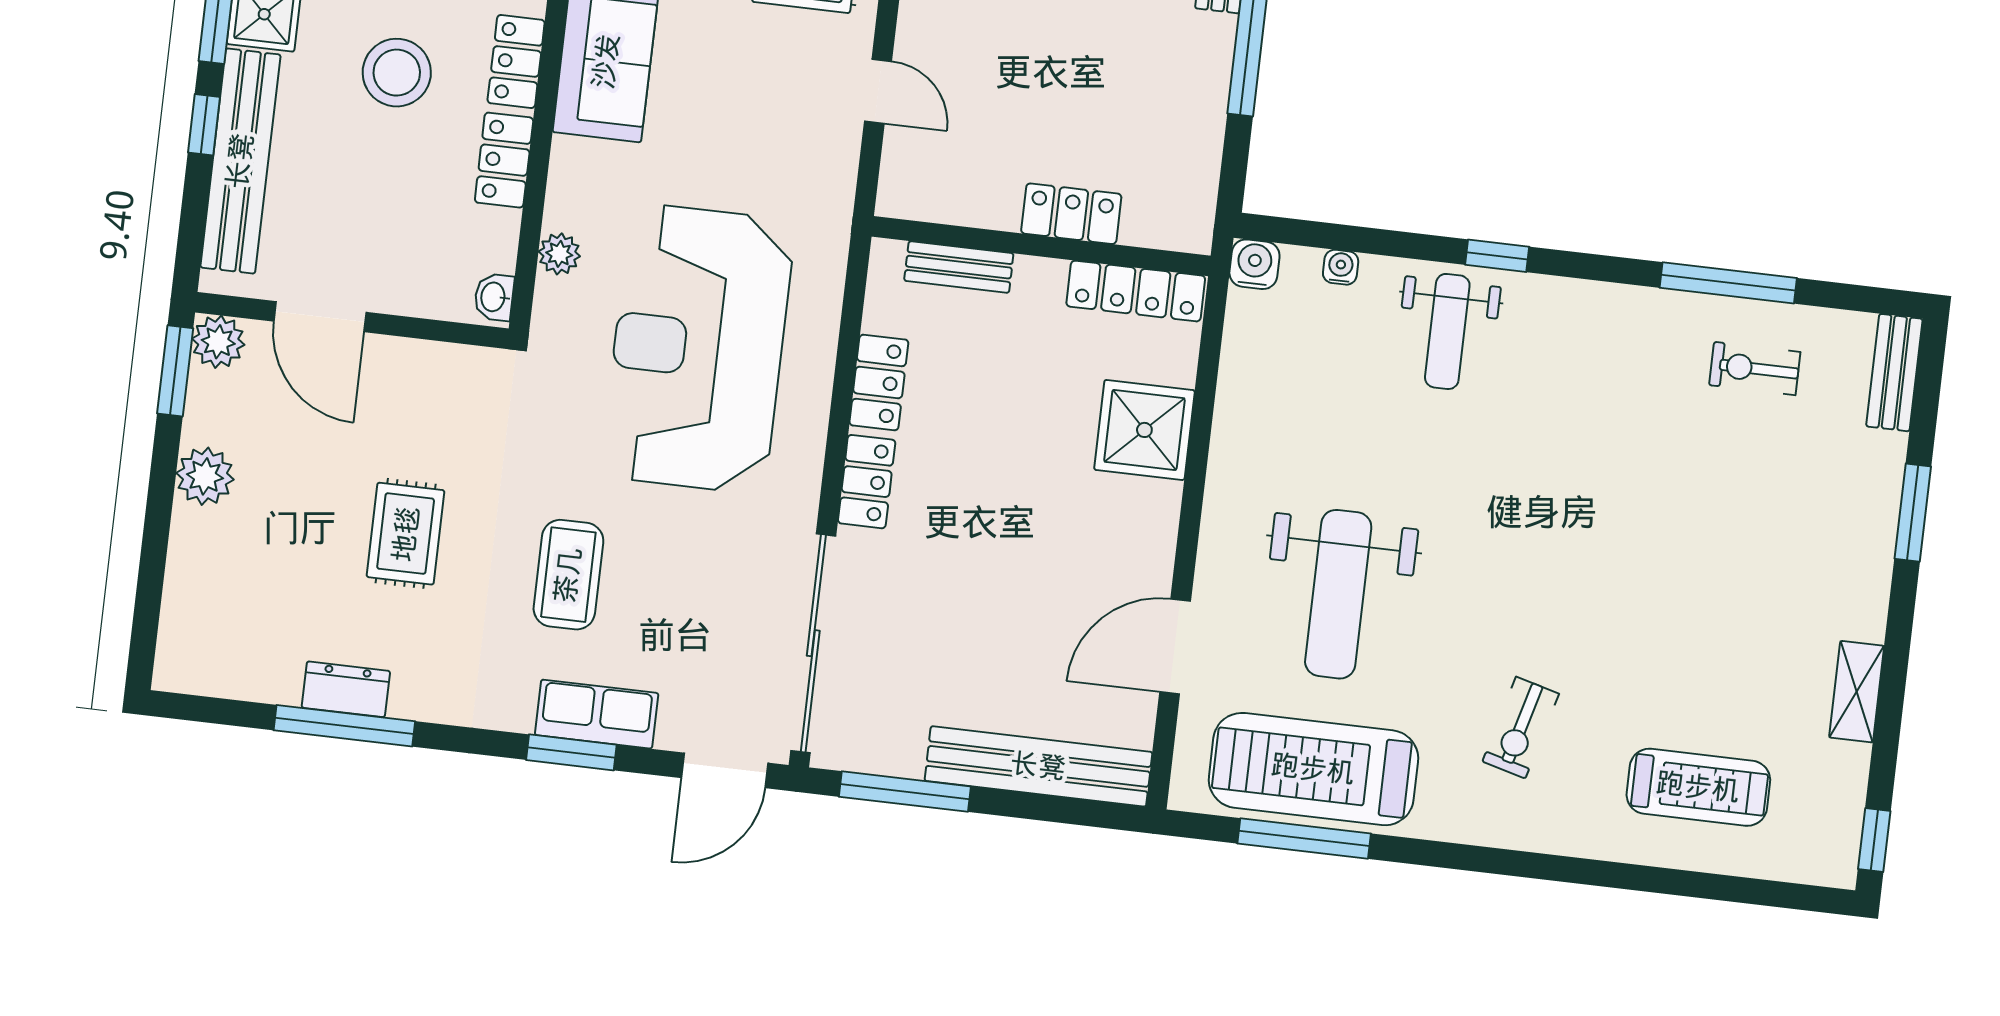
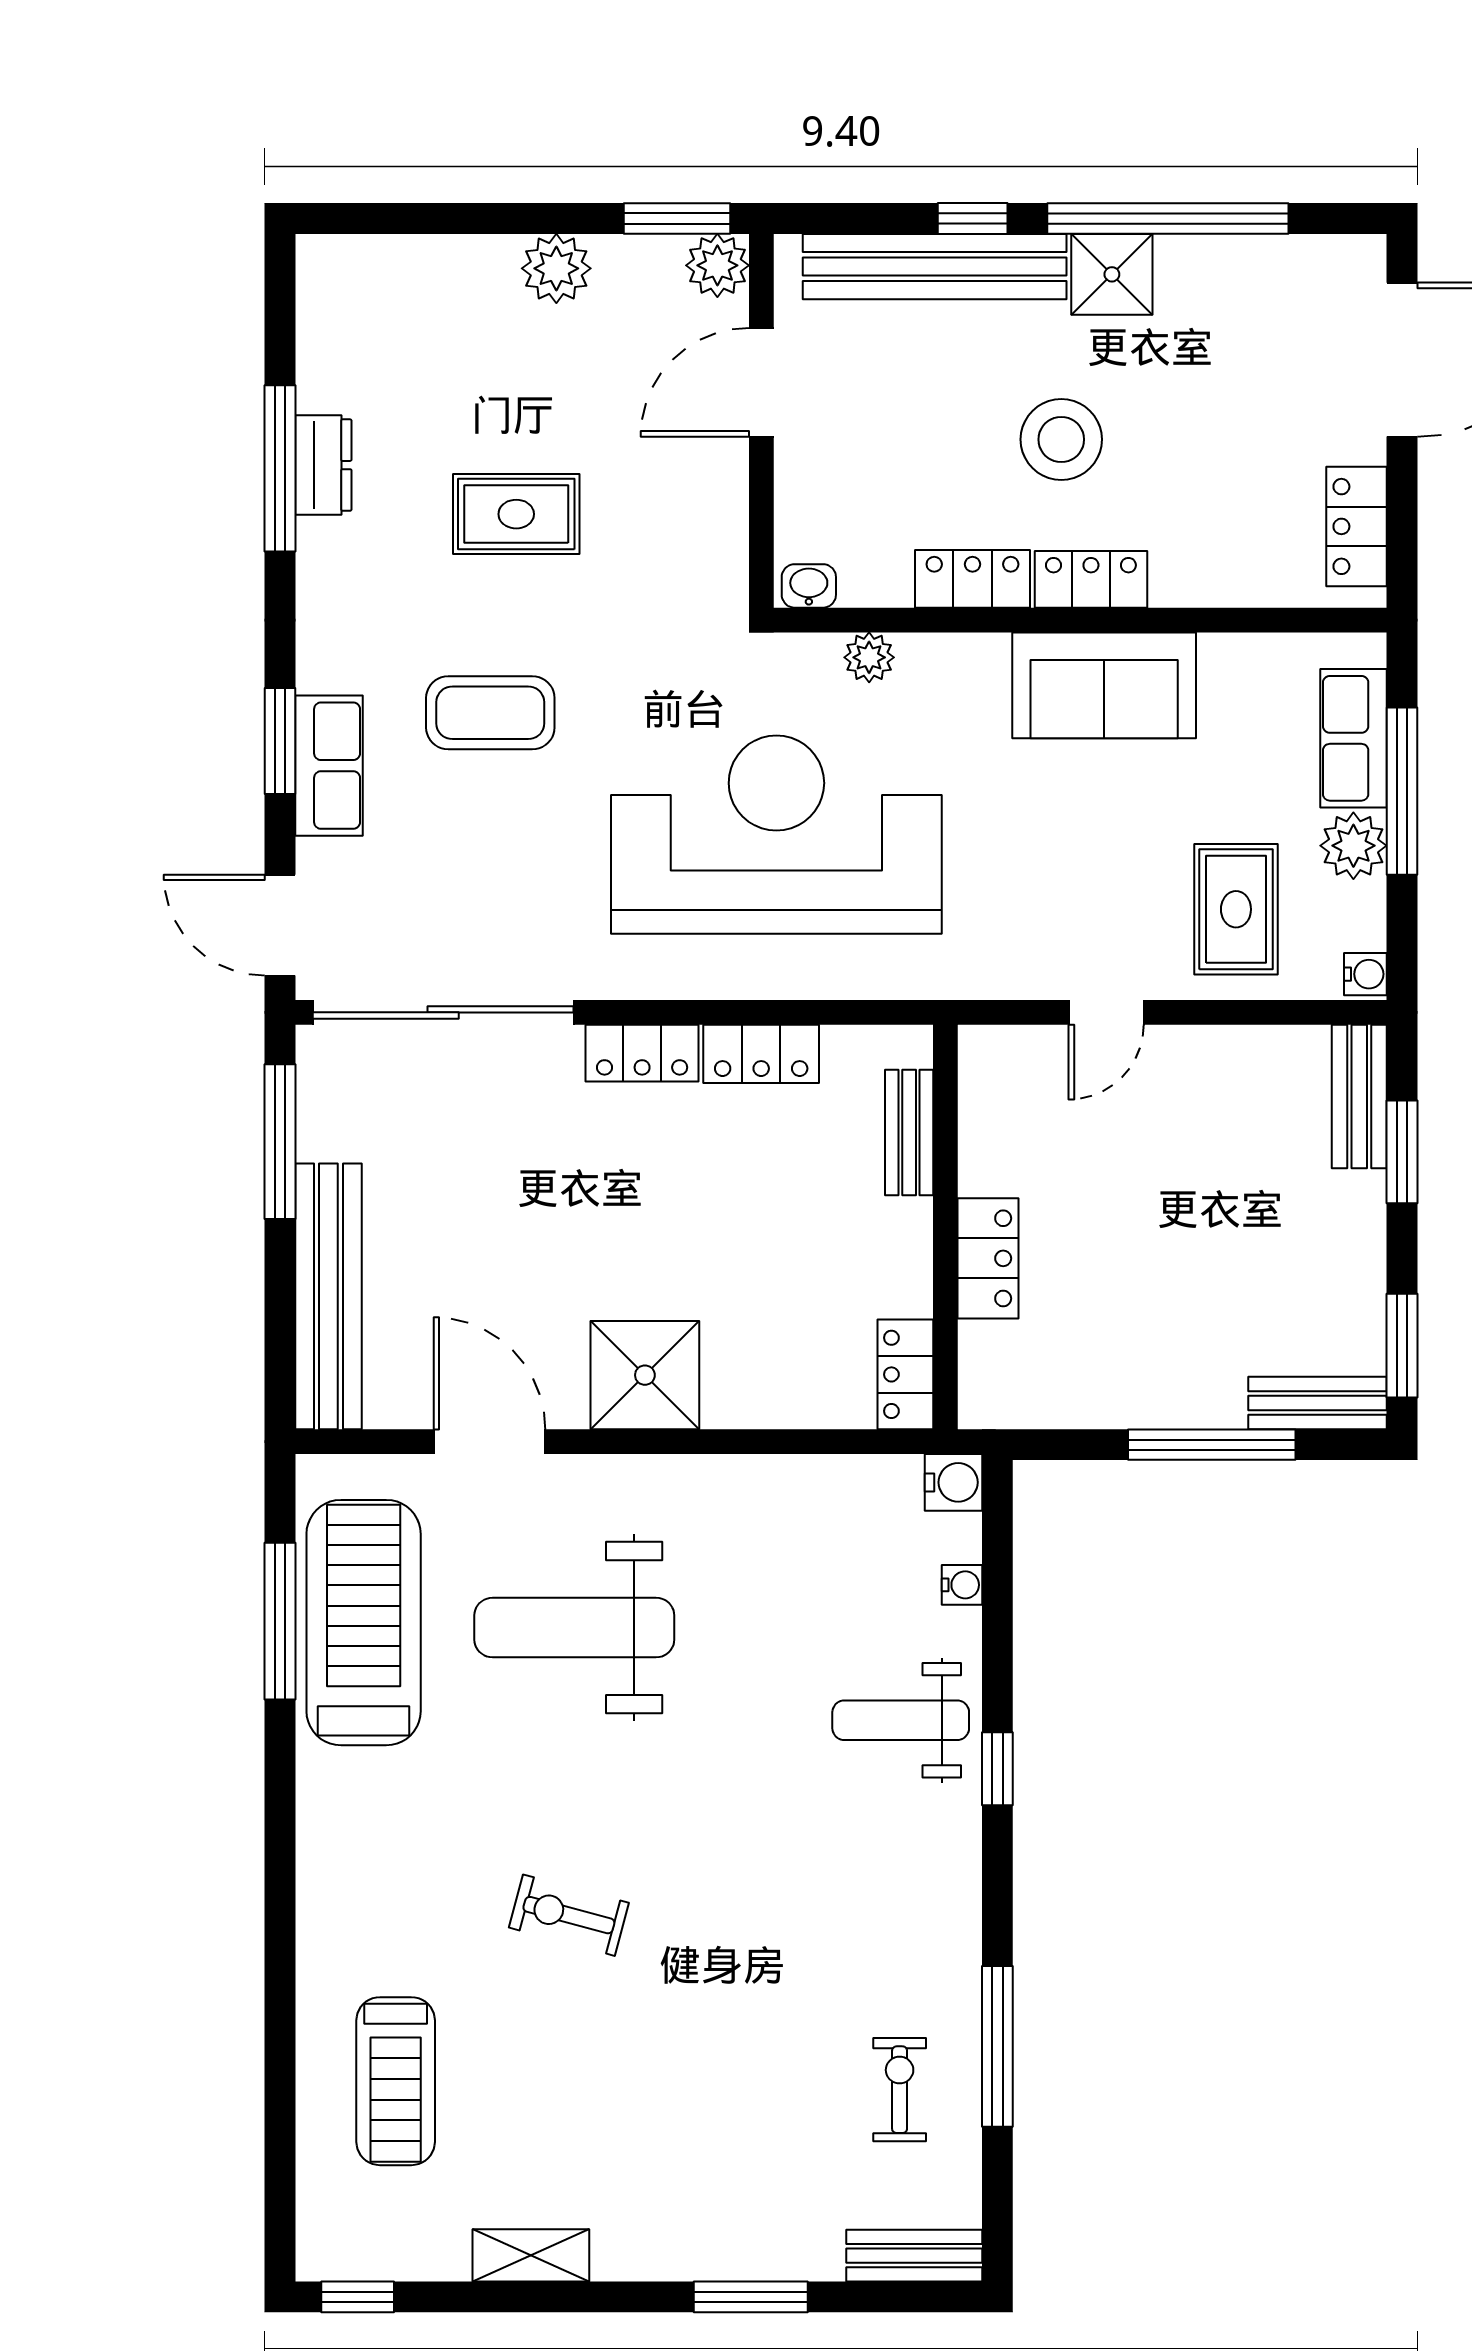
locker: (1136, 291) -> (905, 1374), width x0.66
shower: (1144, 430) -> (645, 1375), moved
exercise bike: (1521, 728) -> (569, 1915), moved

